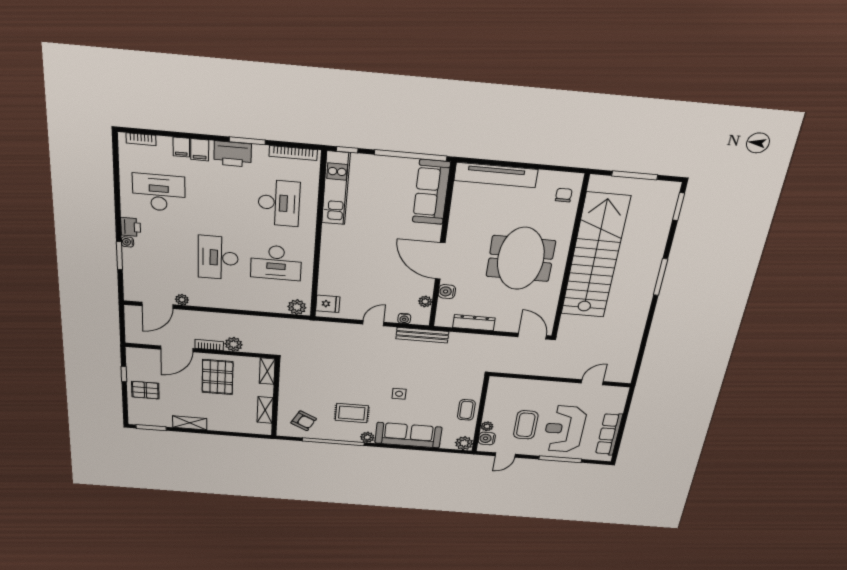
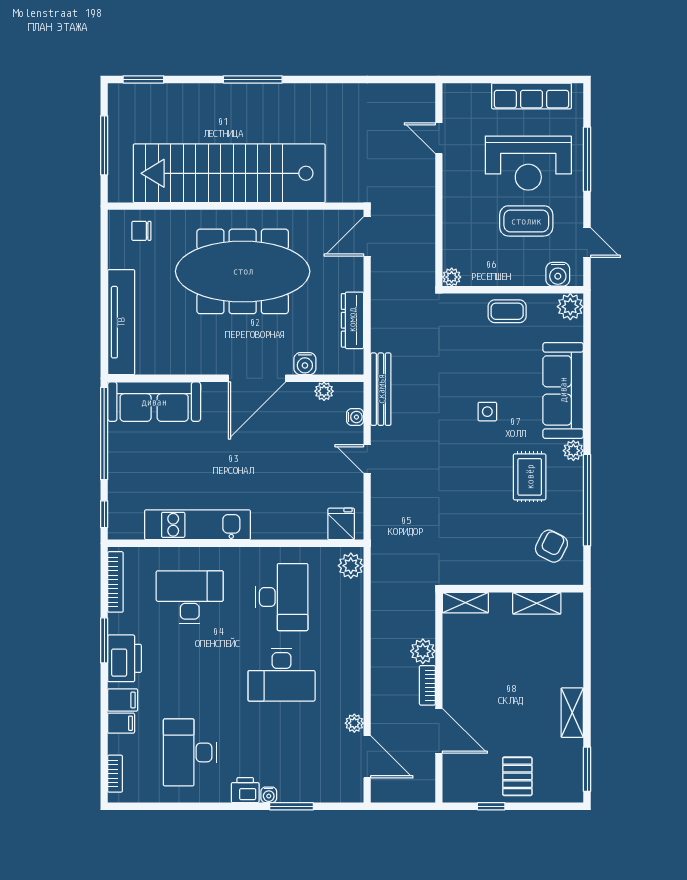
kitchen unit: (336, 188) -> (197, 525), moved
meeting table: (521, 259) -> (243, 271), width x1.36
pallet: (218, 377) -> (483, 673), removed
plant: (487, 426) -> (452, 277), moved

